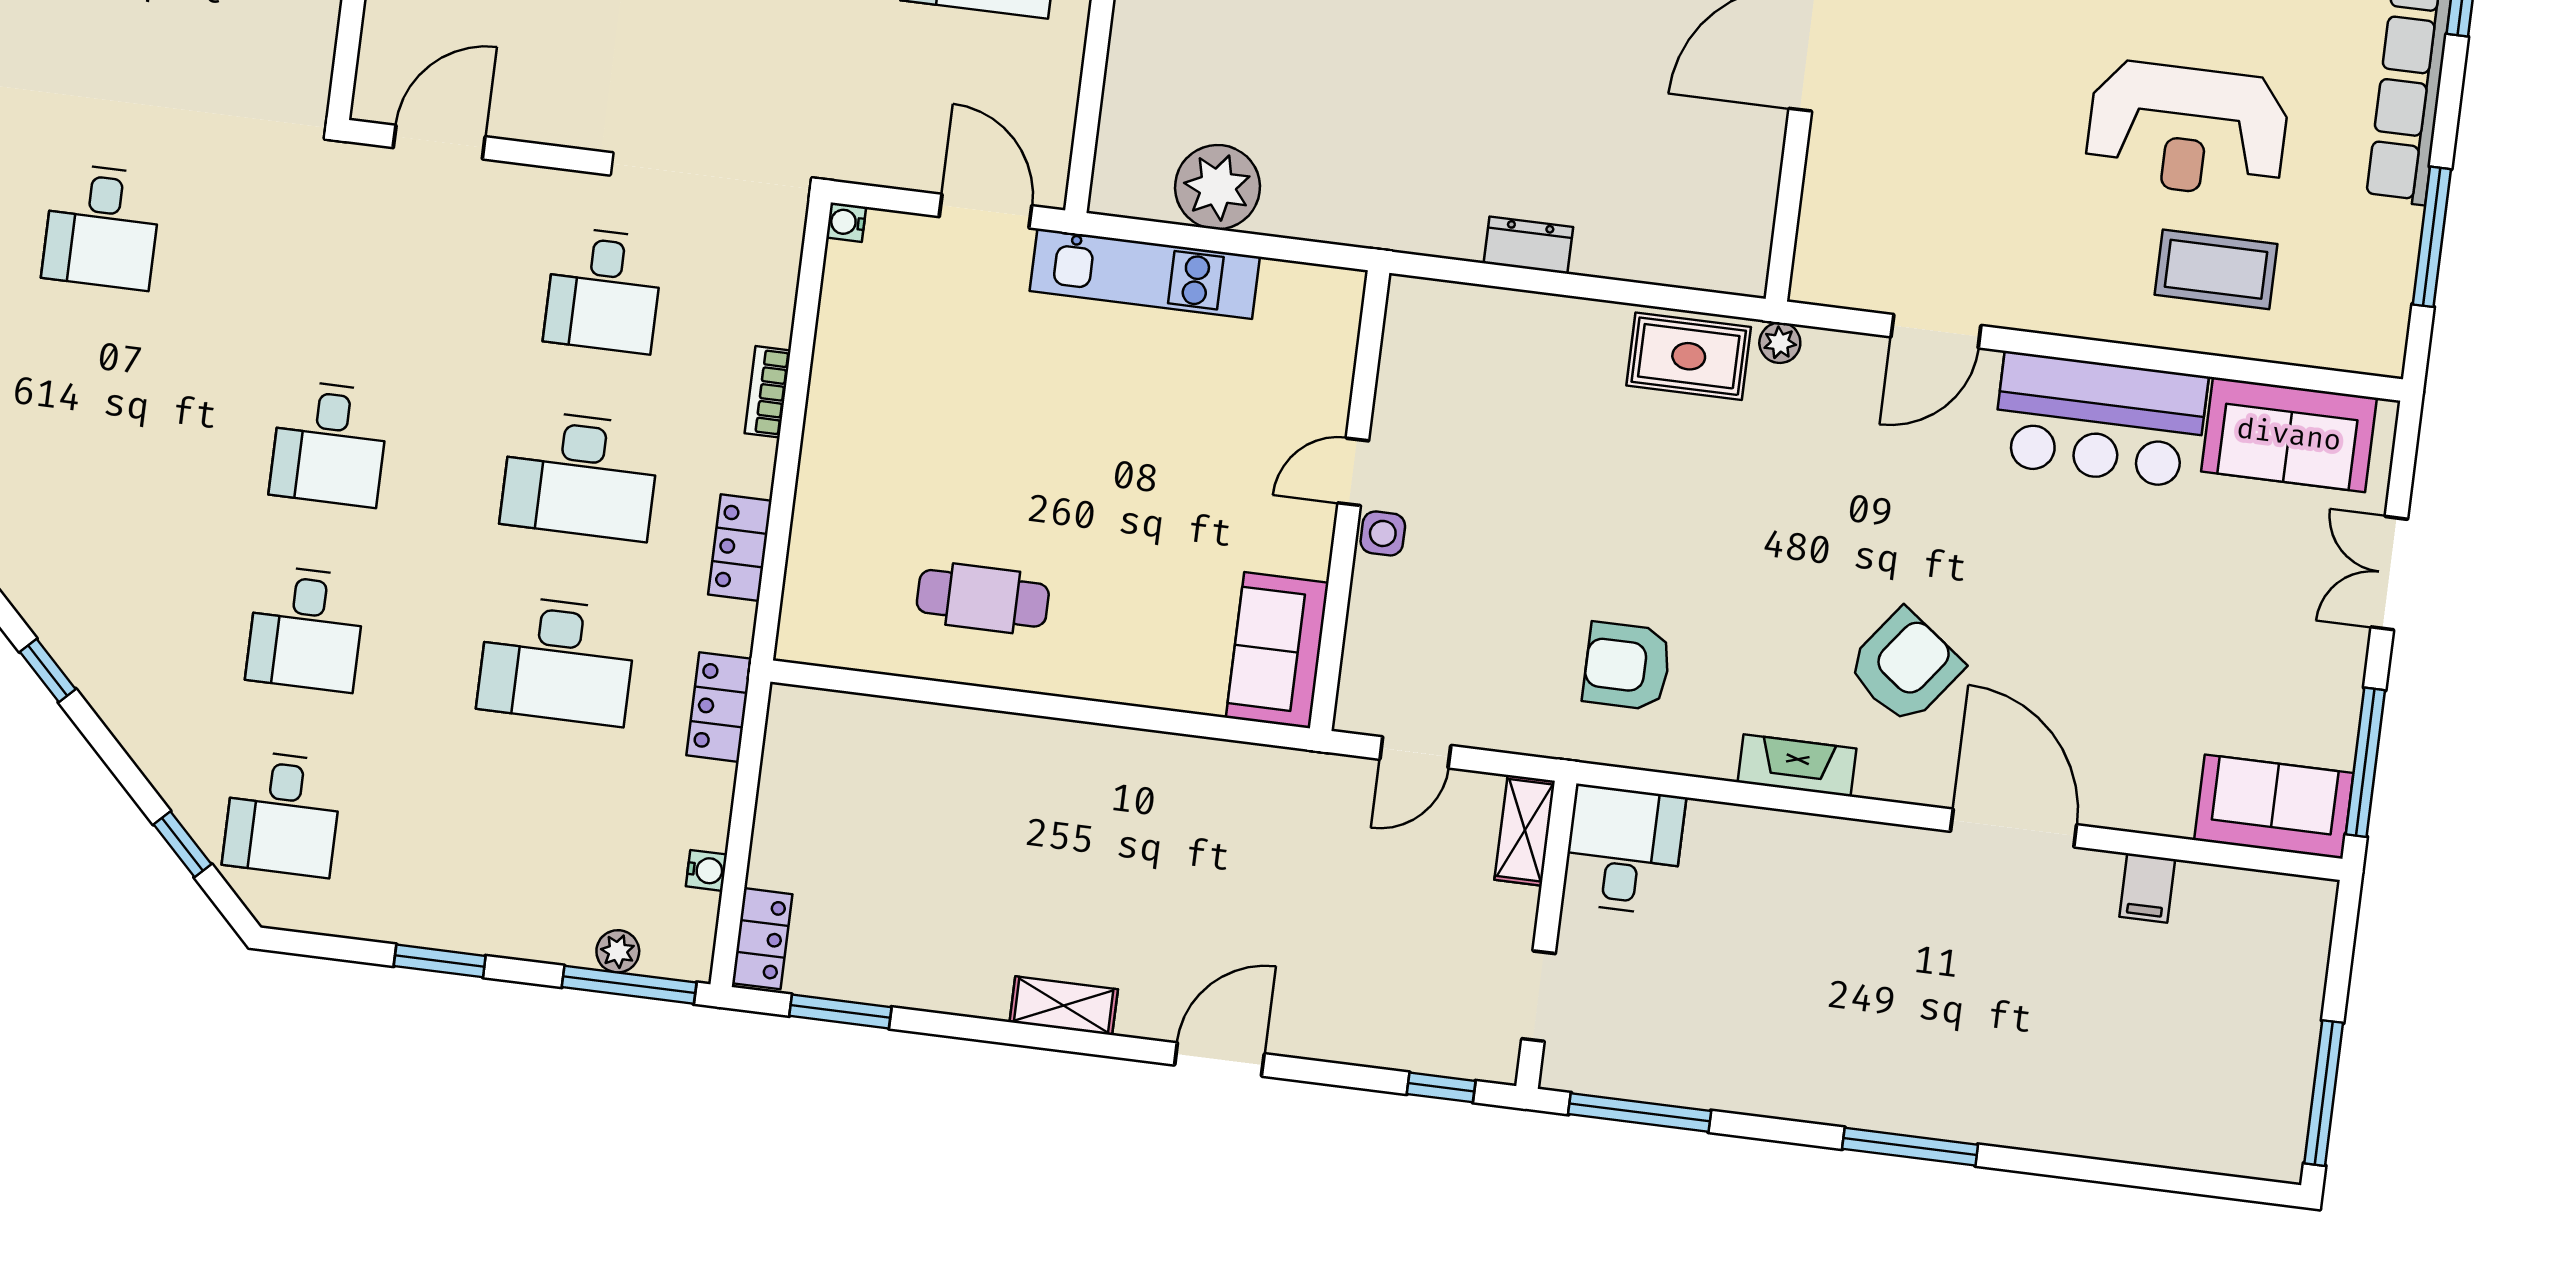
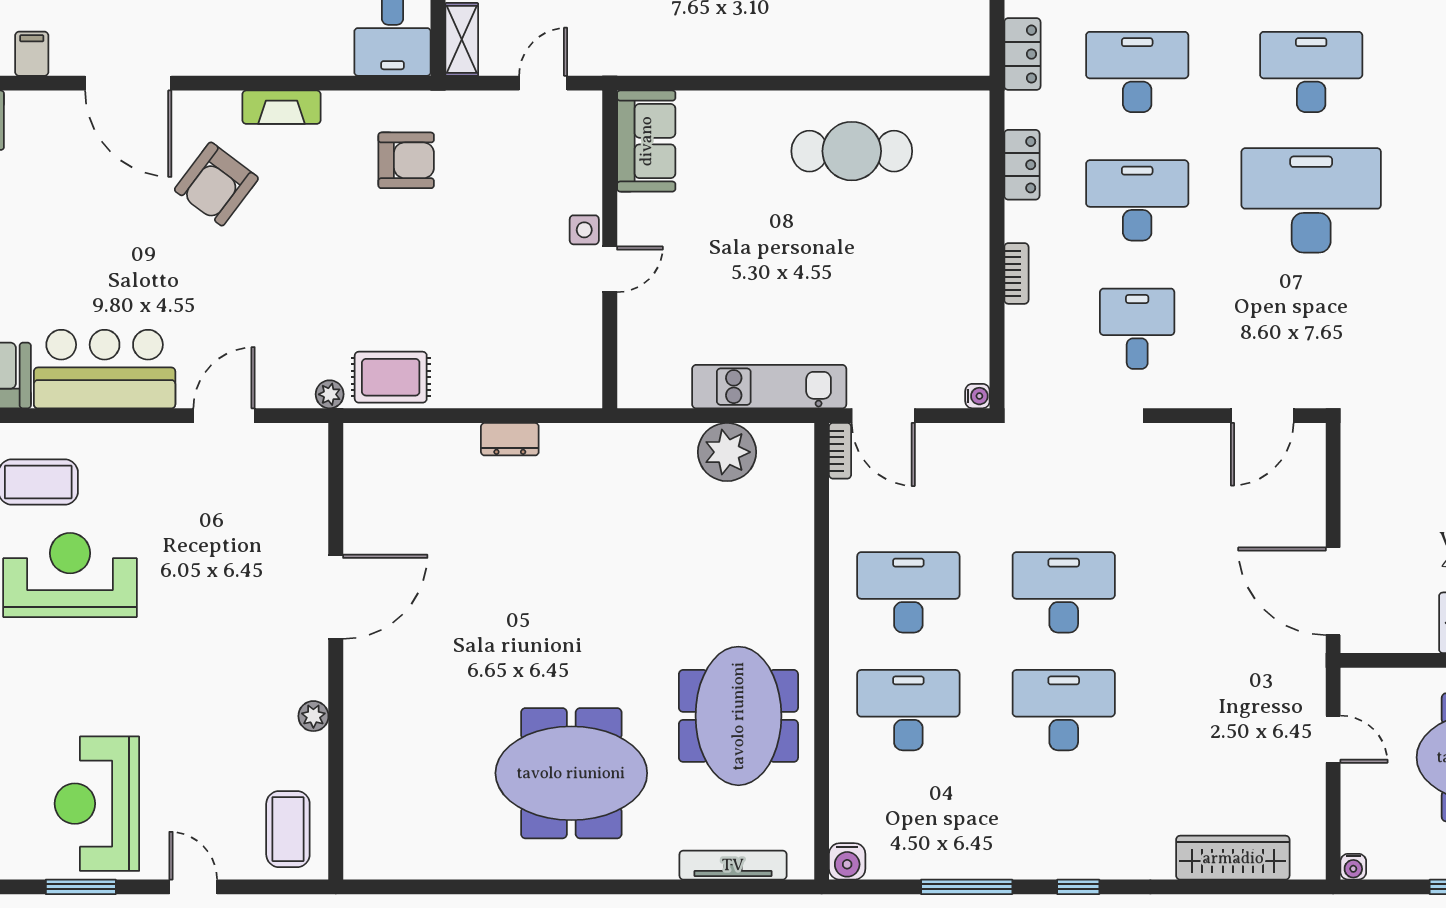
bookcase: (1054, 168) -> (840, 451), added
desk: (329, 444) -> (1311, 200), width x1.87, depth x1.30
cafe table: (983, 598) -> (852, 151), width x1.37, depth x1.35
desk: (306, 629) -> (1311, 72), width x1.37

